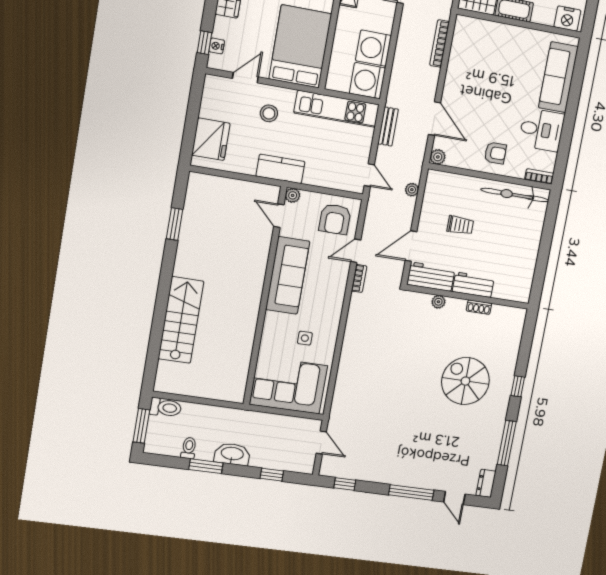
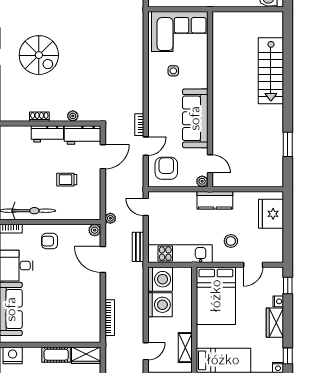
nightstand: (217, 46) -> (278, 301), moved
plant: (412, 190) -> (110, 218), moved

